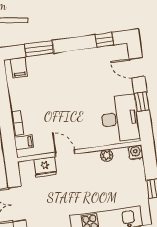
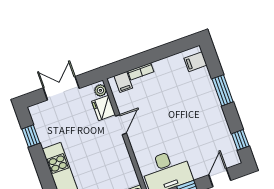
window: (39, 49) -> (223, 90), moved
plant: (107, 155) -> (100, 90), moved

